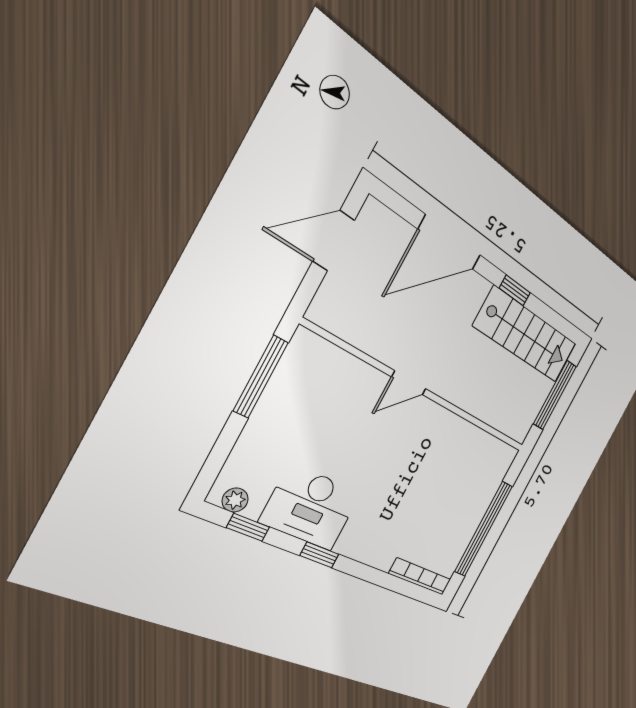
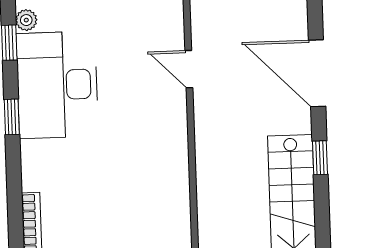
door: (409, 383) -> (189, 69), moved
desk: (311, 507) -> (57, 85), width x1.36, depth x1.30

